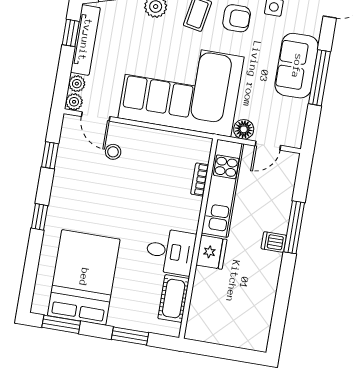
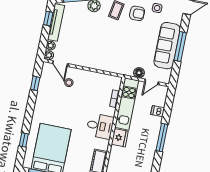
sofa: (297, 66) -> (167, 46), width x1.36
corner sofa: (181, 88) -> (106, 49), removed
window: (40, 217) -> (24, 140), moved
window: (294, 227) -> (162, 138), moved
dishwasher: (274, 242) -> (158, 111), moved
desk: (170, 252) -> (100, 126), moved

